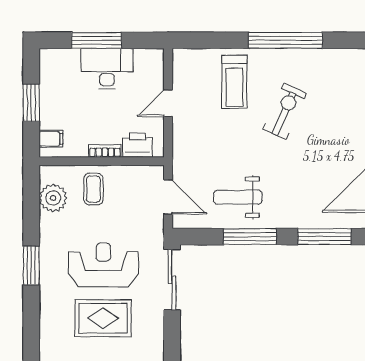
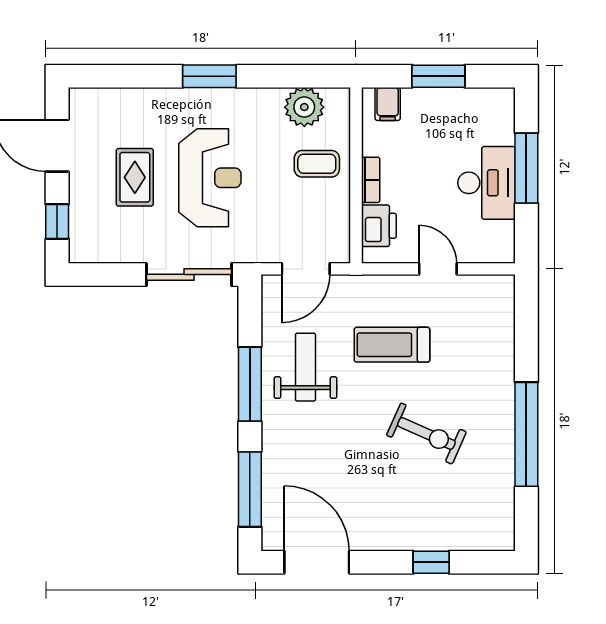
treadmill: (234, 82) -> (392, 345), moved
rug: (103, 318) -> (135, 177), width x0.73, depth x0.70

